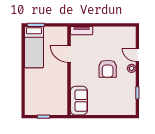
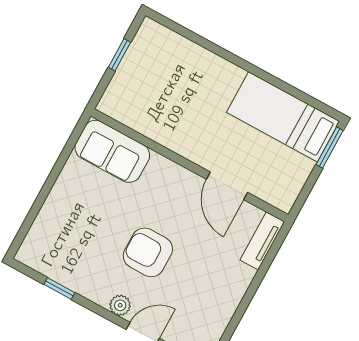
door: (69, 54) -> (227, 186), swing flipped

